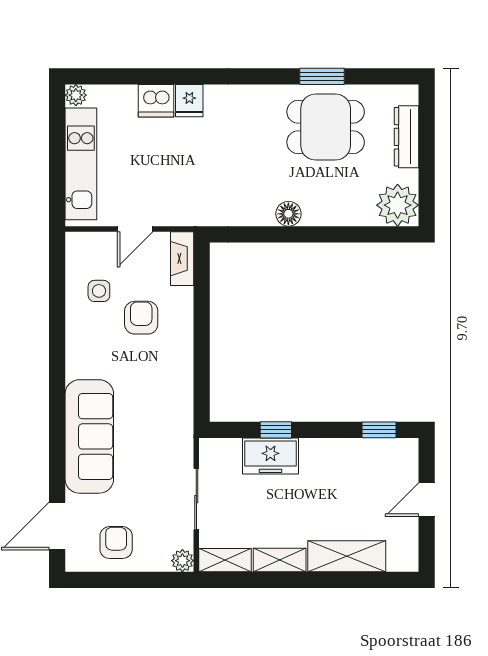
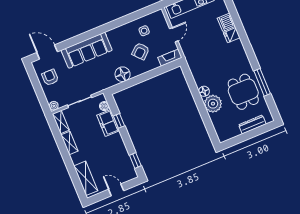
window: (322, 76) -> (262, 82), width x1.44
plant: (398, 205) -> (213, 104), moved
door: (135, 229) -> (174, 35), swing flipped
armchair: (141, 318) -> (141, 51), turned 138
floor lamp: (176, 379) -> (123, 74), added
boiler: (229, 449) -> (104, 106), added
armchair: (116, 543) -> (50, 77), turned -90
shelving: (347, 556) -> (86, 178), moved

